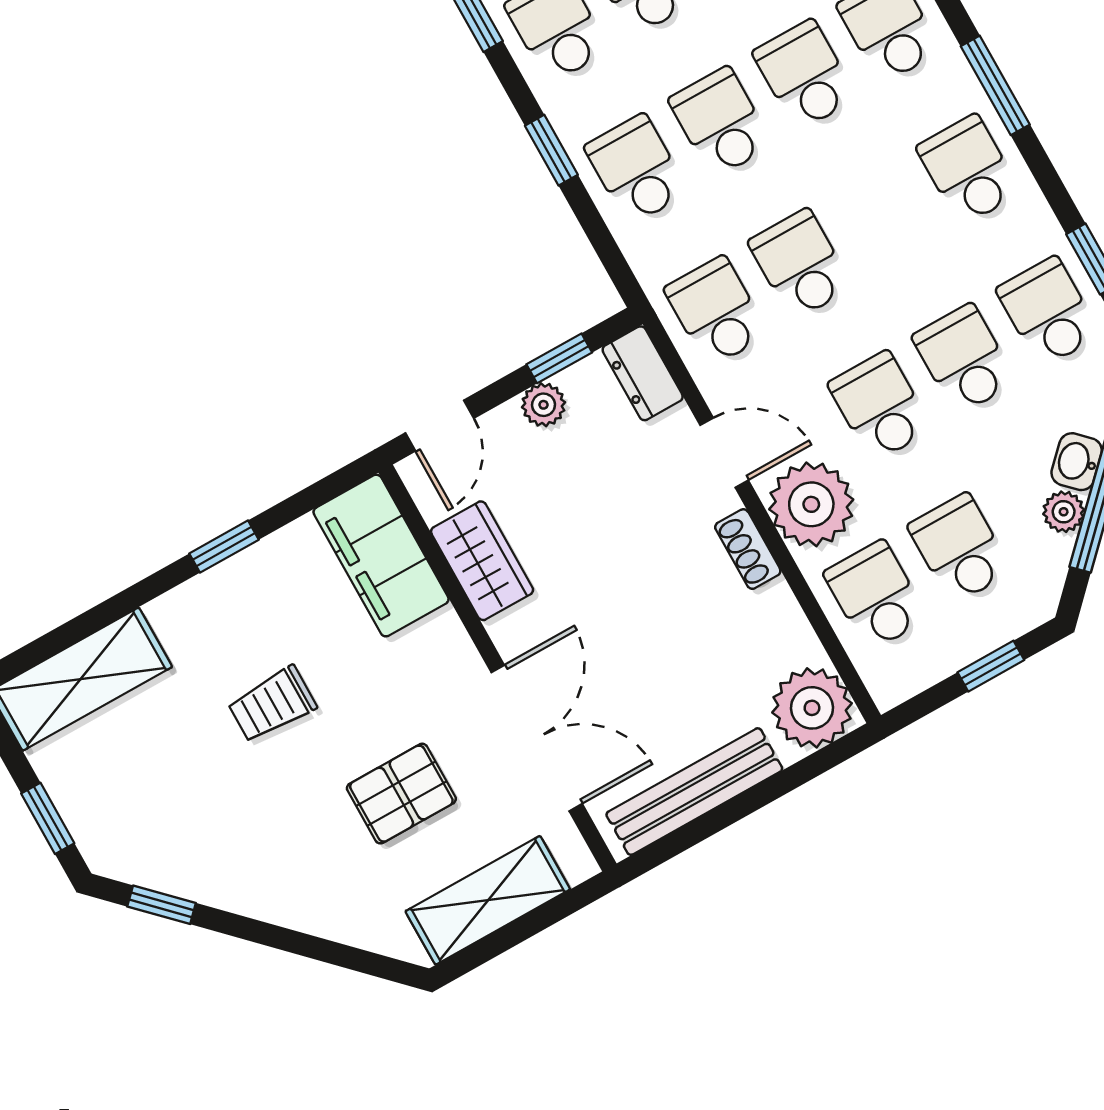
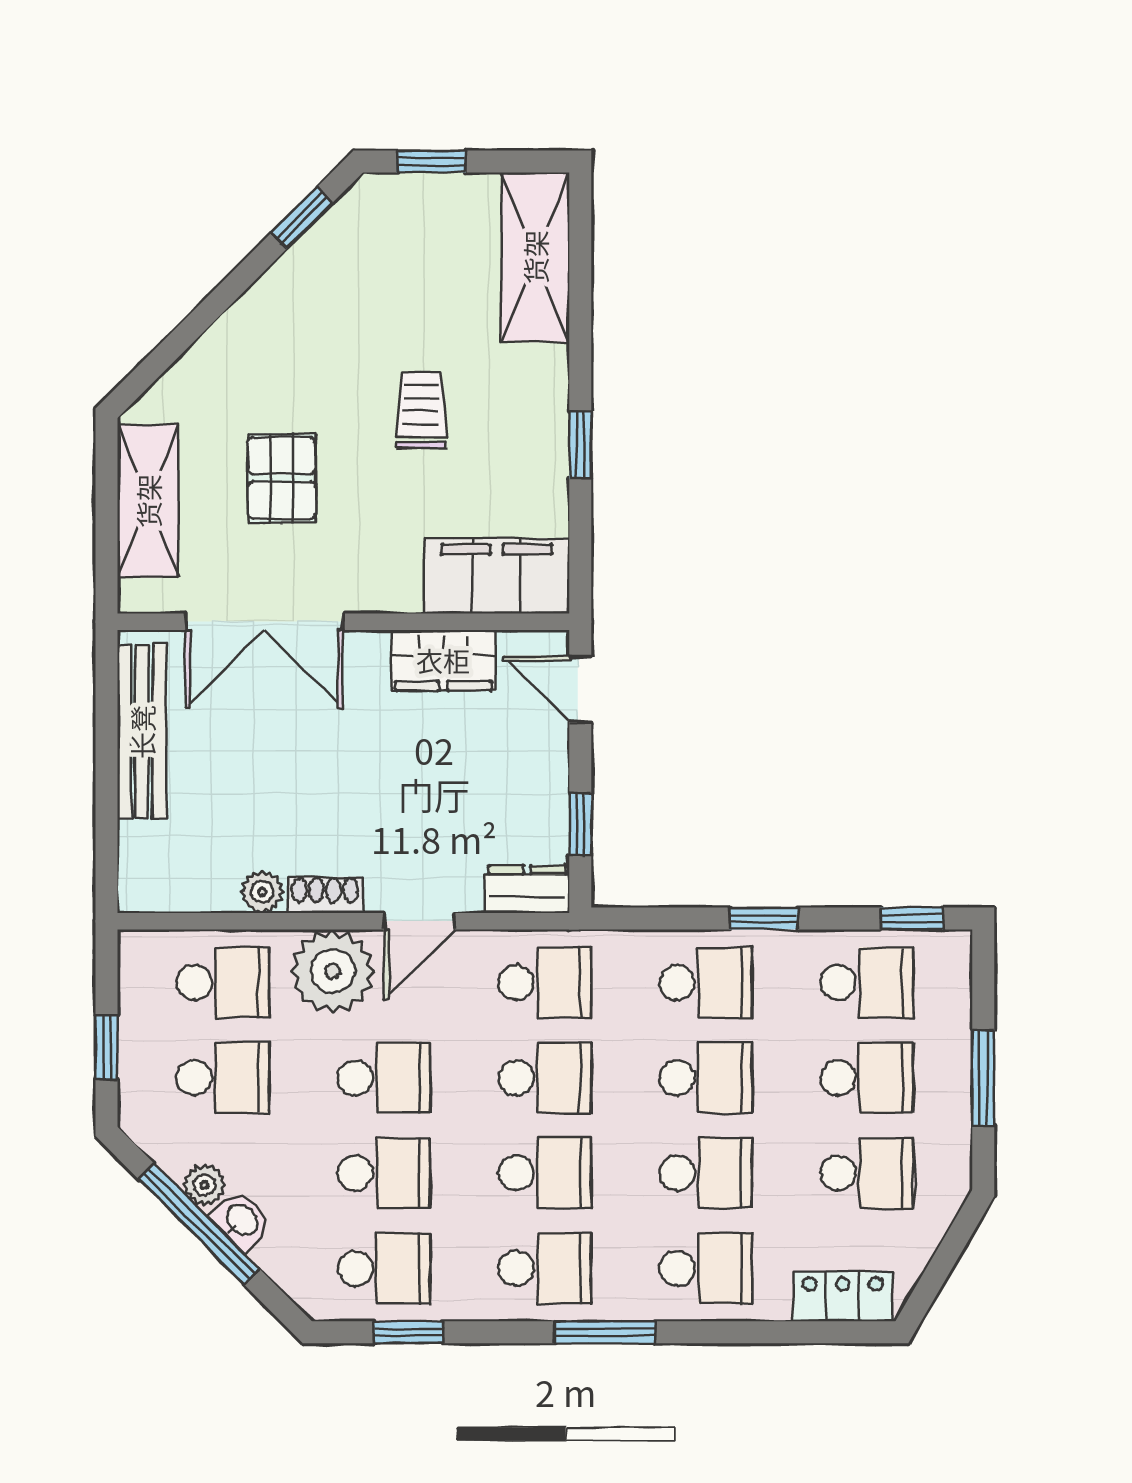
school desk: (884, 217) -> (545, 1173), added
plant: (544, 405) -> (548, 789), removed
plant: (812, 708) -> (262, 892), moved, width x0.53, depth x0.53

